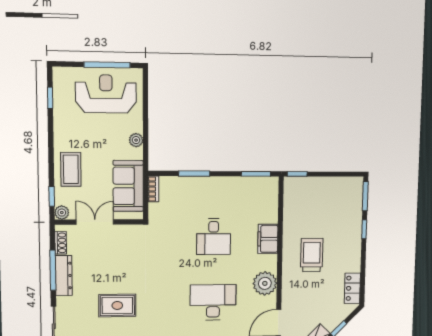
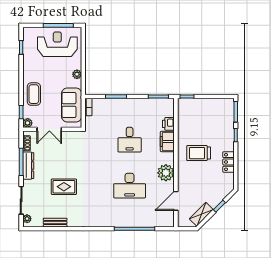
printer: (270, 214) -> (168, 124), added
double door: (95, 222) -> (49, 129), swing flipped
trolley: (312, 255) -> (199, 153), turned -90
locker: (352, 288) -> (229, 162), moved
desk: (213, 302) -> (130, 186), turned 180

